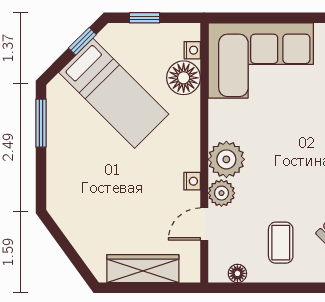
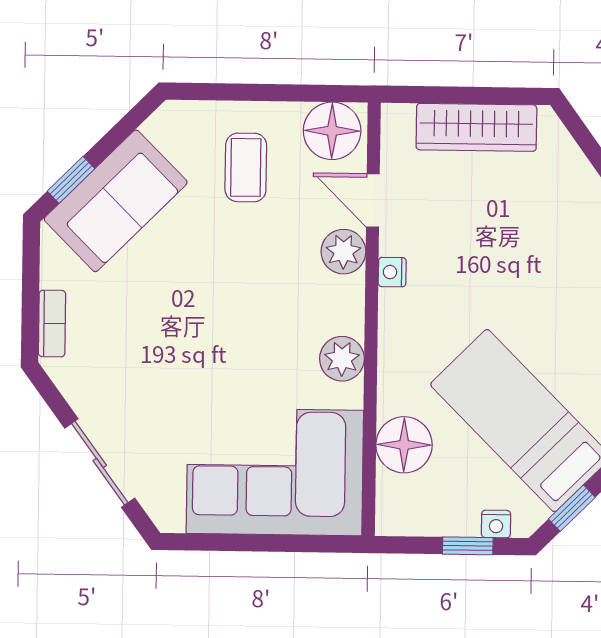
nightstand: (192, 50) -> (496, 524), moved, turned -90
plant: (226, 159) -> (342, 359), moved, width x0.73, depth x0.73
door: (204, 224) -> (373, 200), swing flipped
floor lamp: (237, 273) -> (332, 131), width x1.89, depth x1.89

